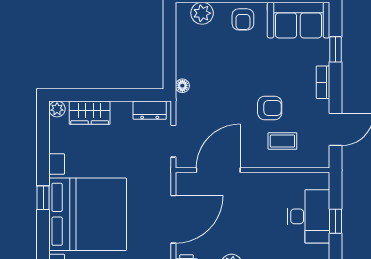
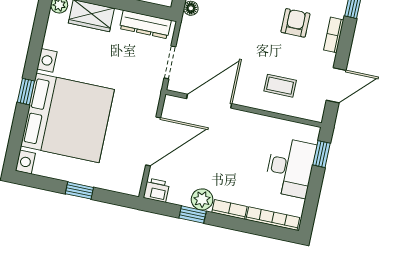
armchair: (270, 108) -> (295, 23), moved, turned -90
dresser: (150, 110) -> (145, 24), width x1.44
window: (335, 221) -> (322, 154), moved

